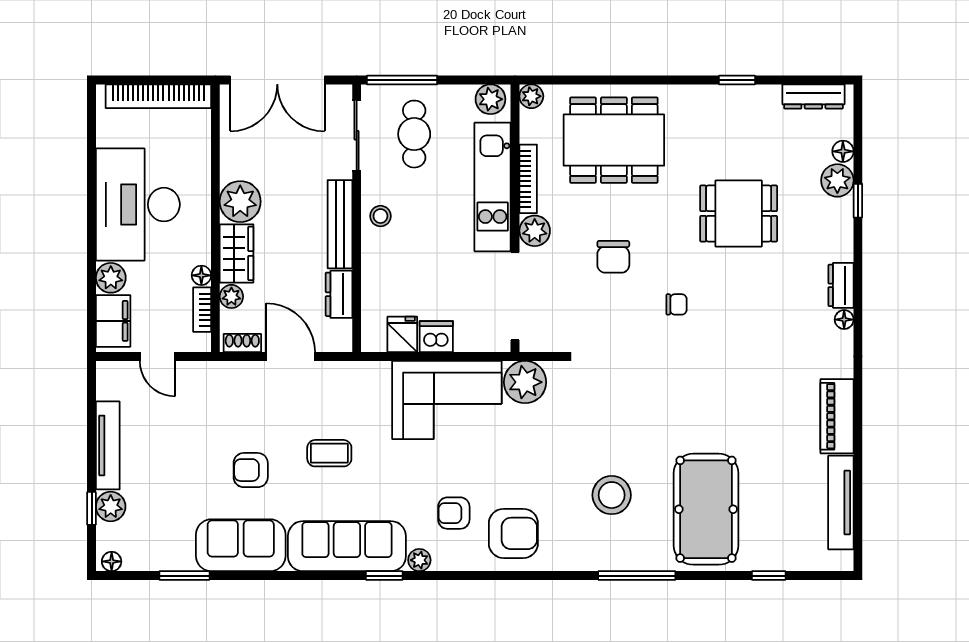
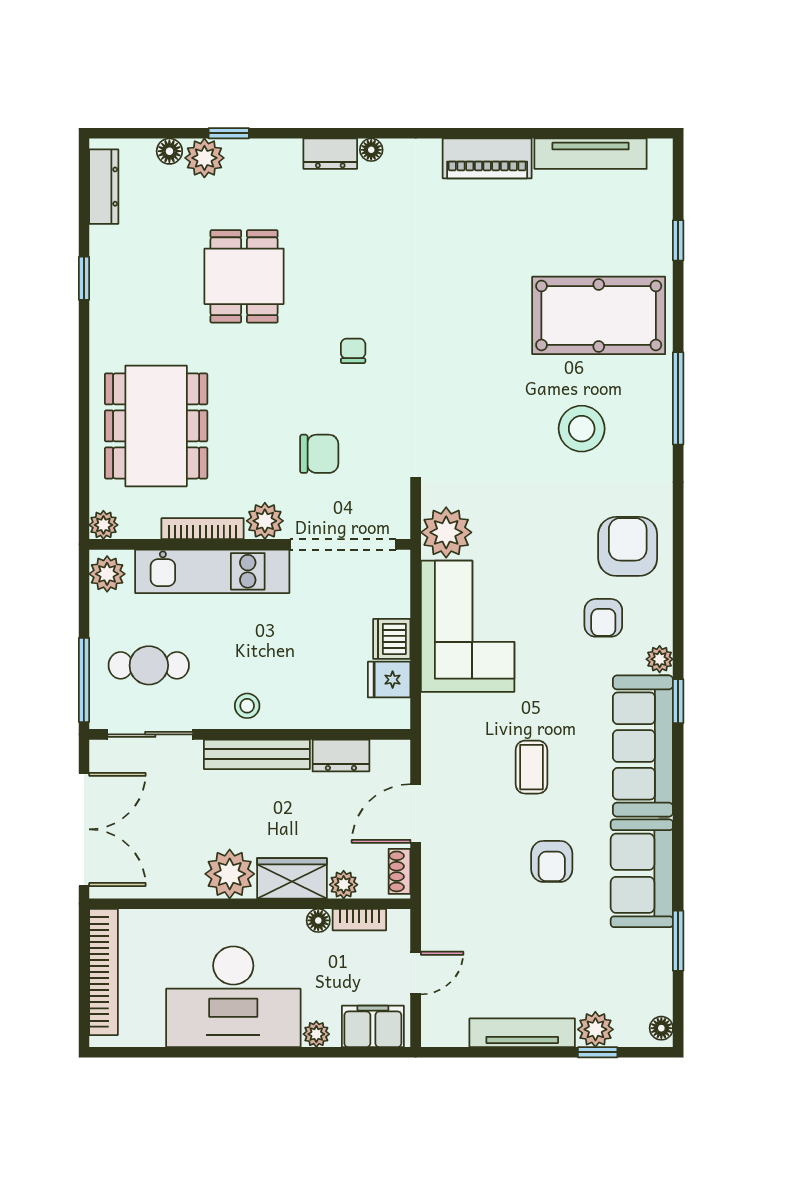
chair: (613, 257) -> (319, 454), moved
plant: (111, 278) -> (316, 1034), width x0.73, depth x0.73

